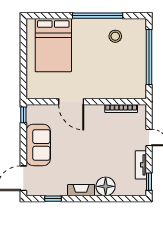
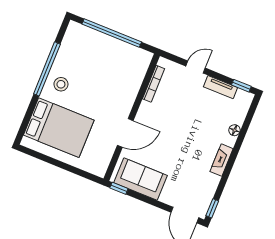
stool: (115, 36) -> (61, 84), moved
sofa: (38, 145) -> (140, 179), moved
floor lamp: (106, 186) -> (235, 130), width x0.53, depth x0.53
window: (53, 199) -> (212, 208), moved

